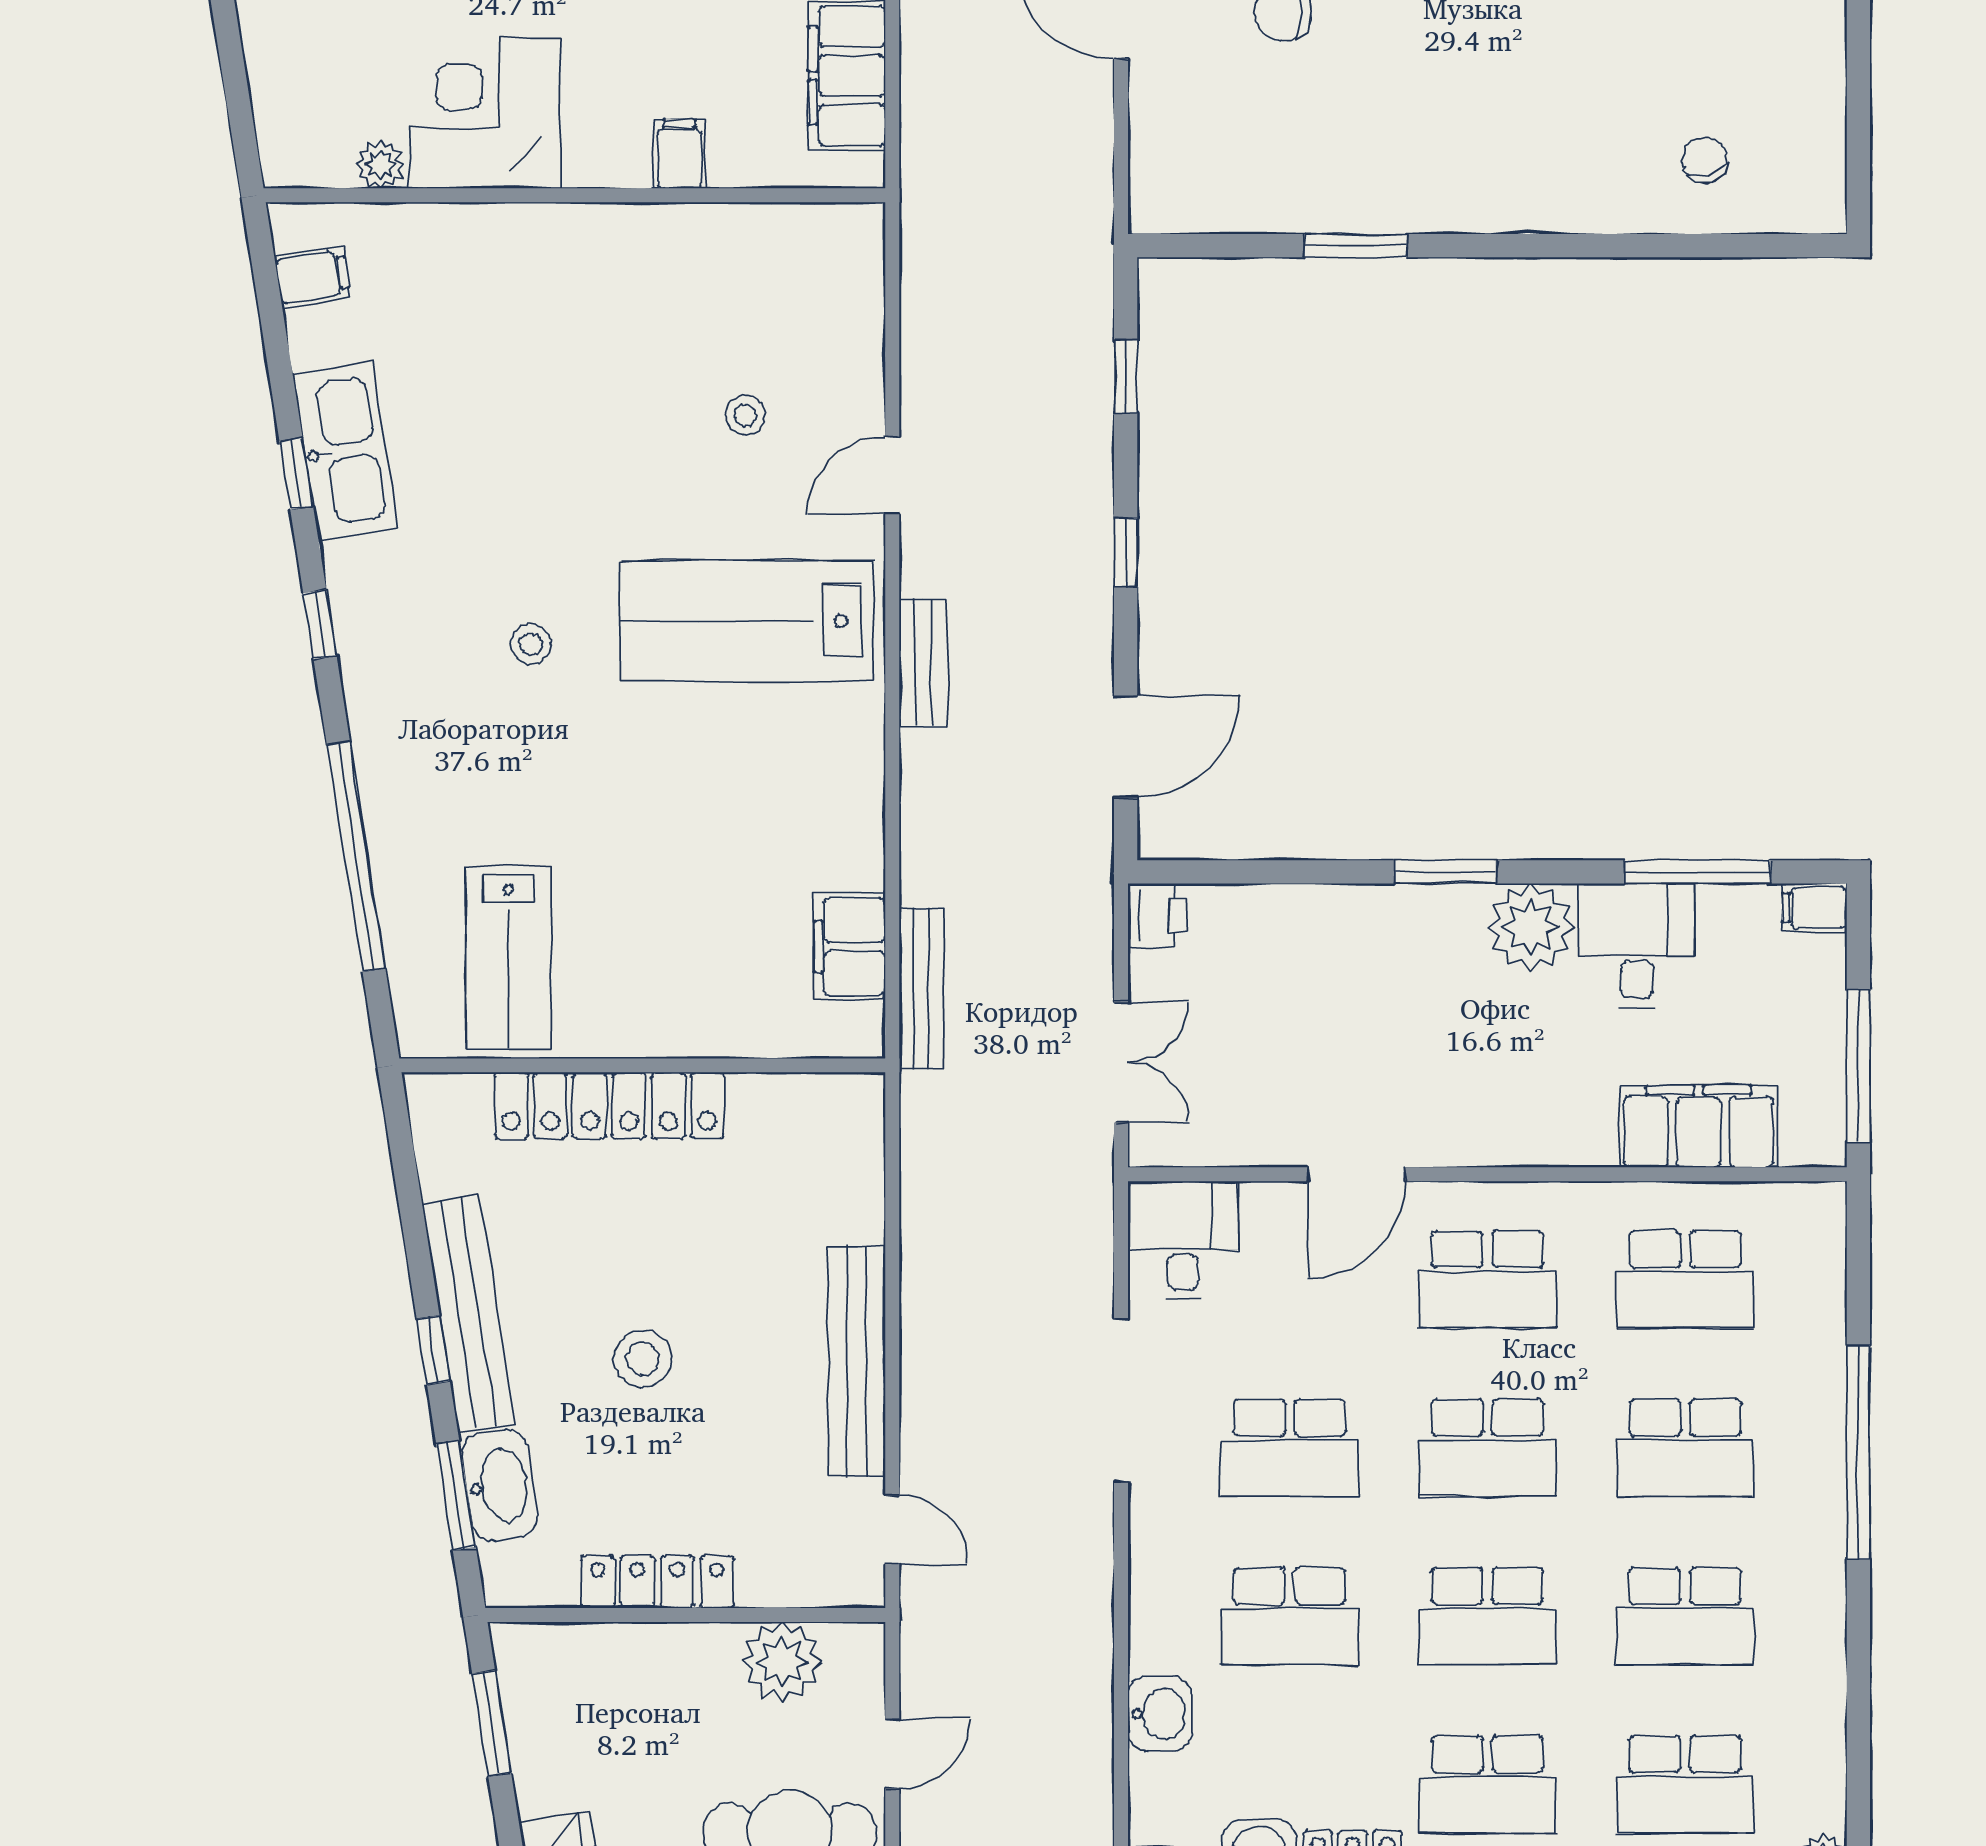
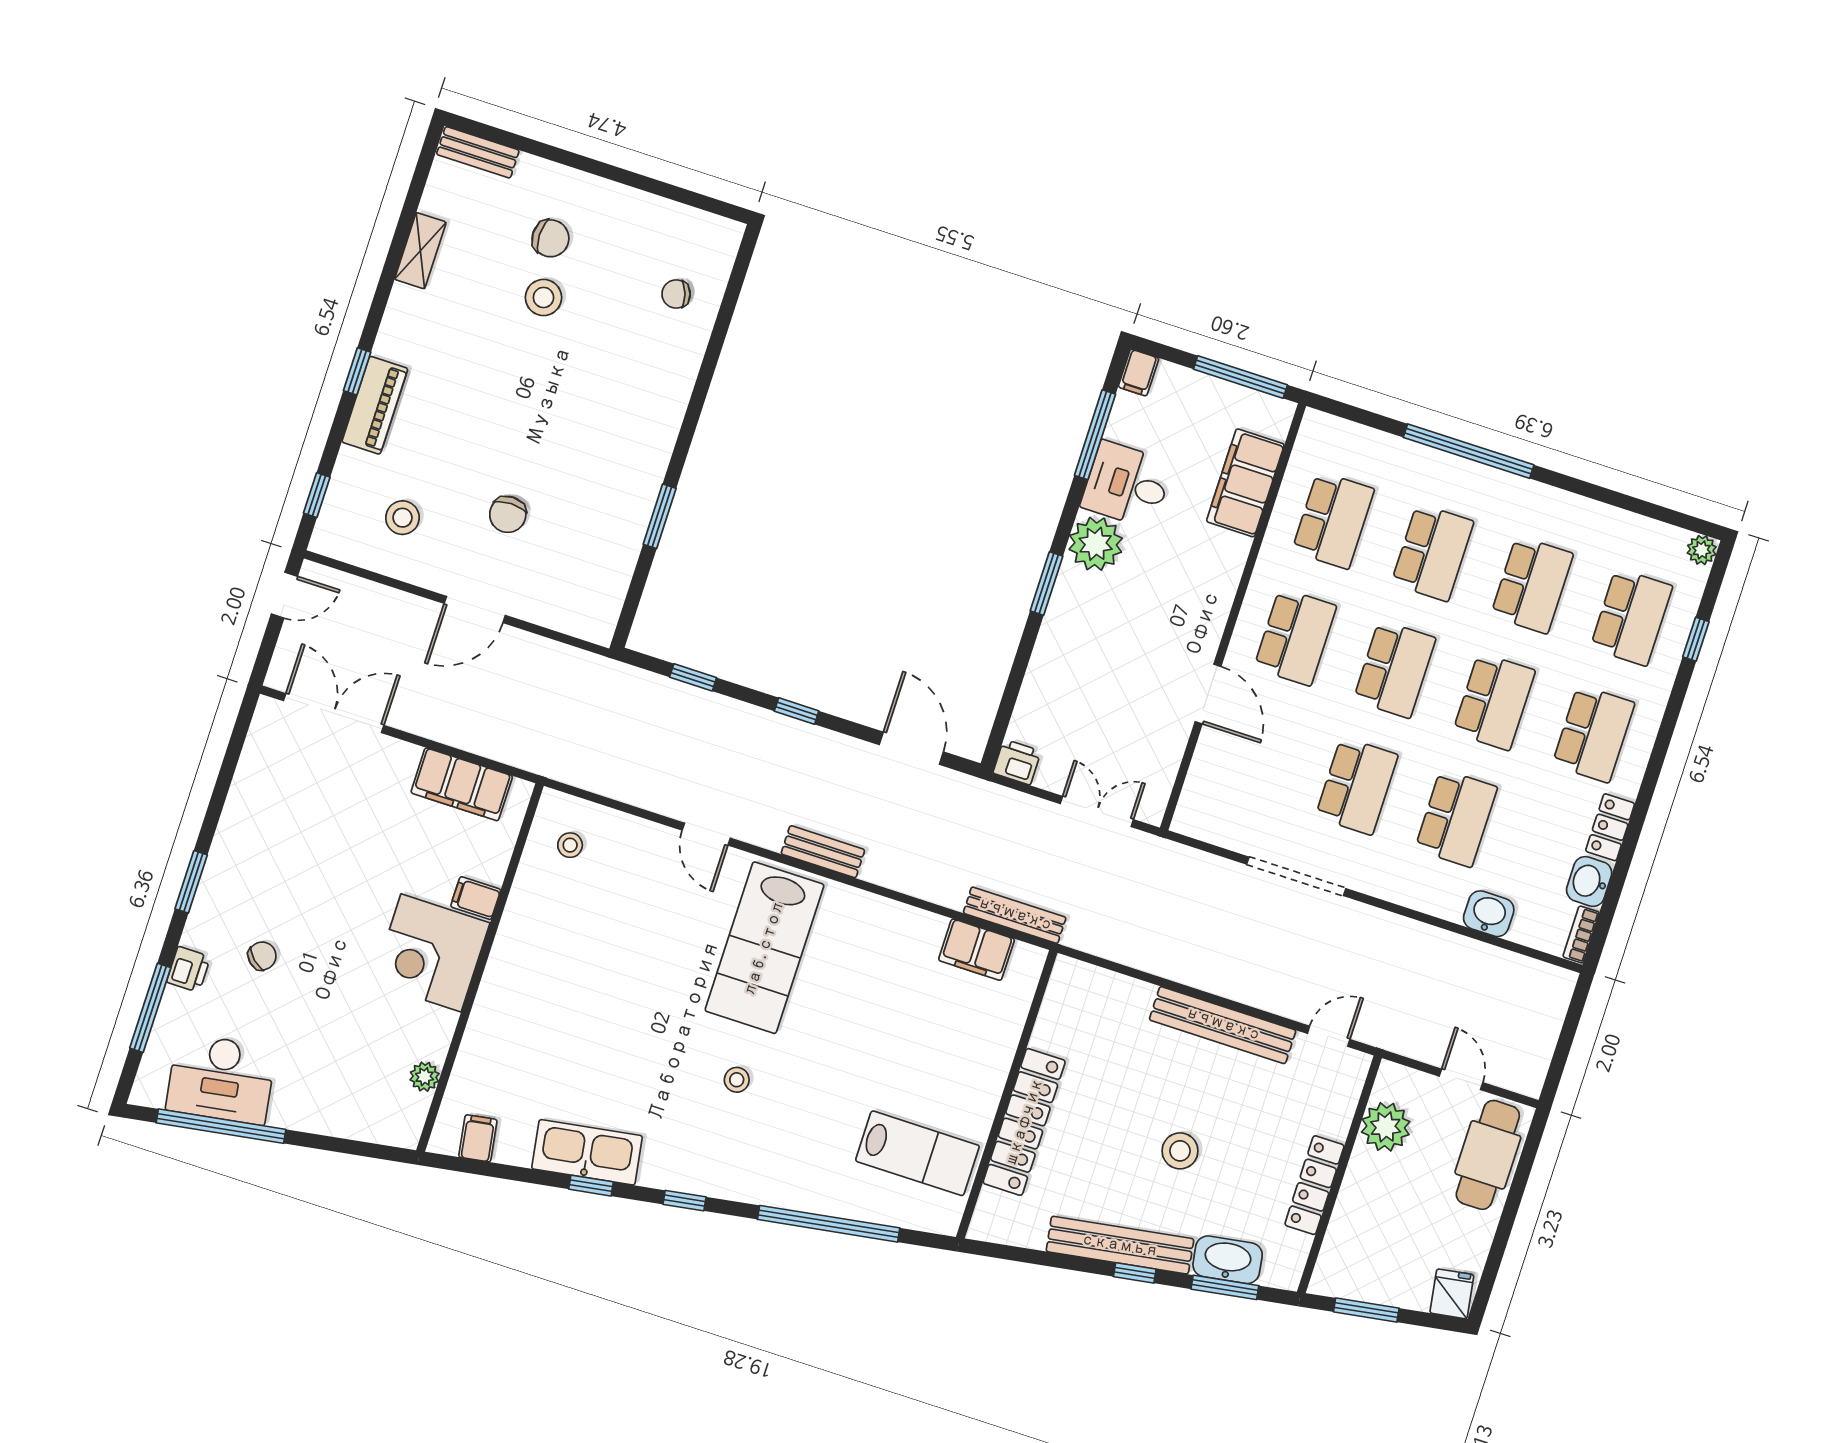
corner desk: (485, 113) -> (431, 953), moved
stool: (745, 415) -> (570, 845), moved
desk: (1183, 1240) -> (1214, 809), removed

